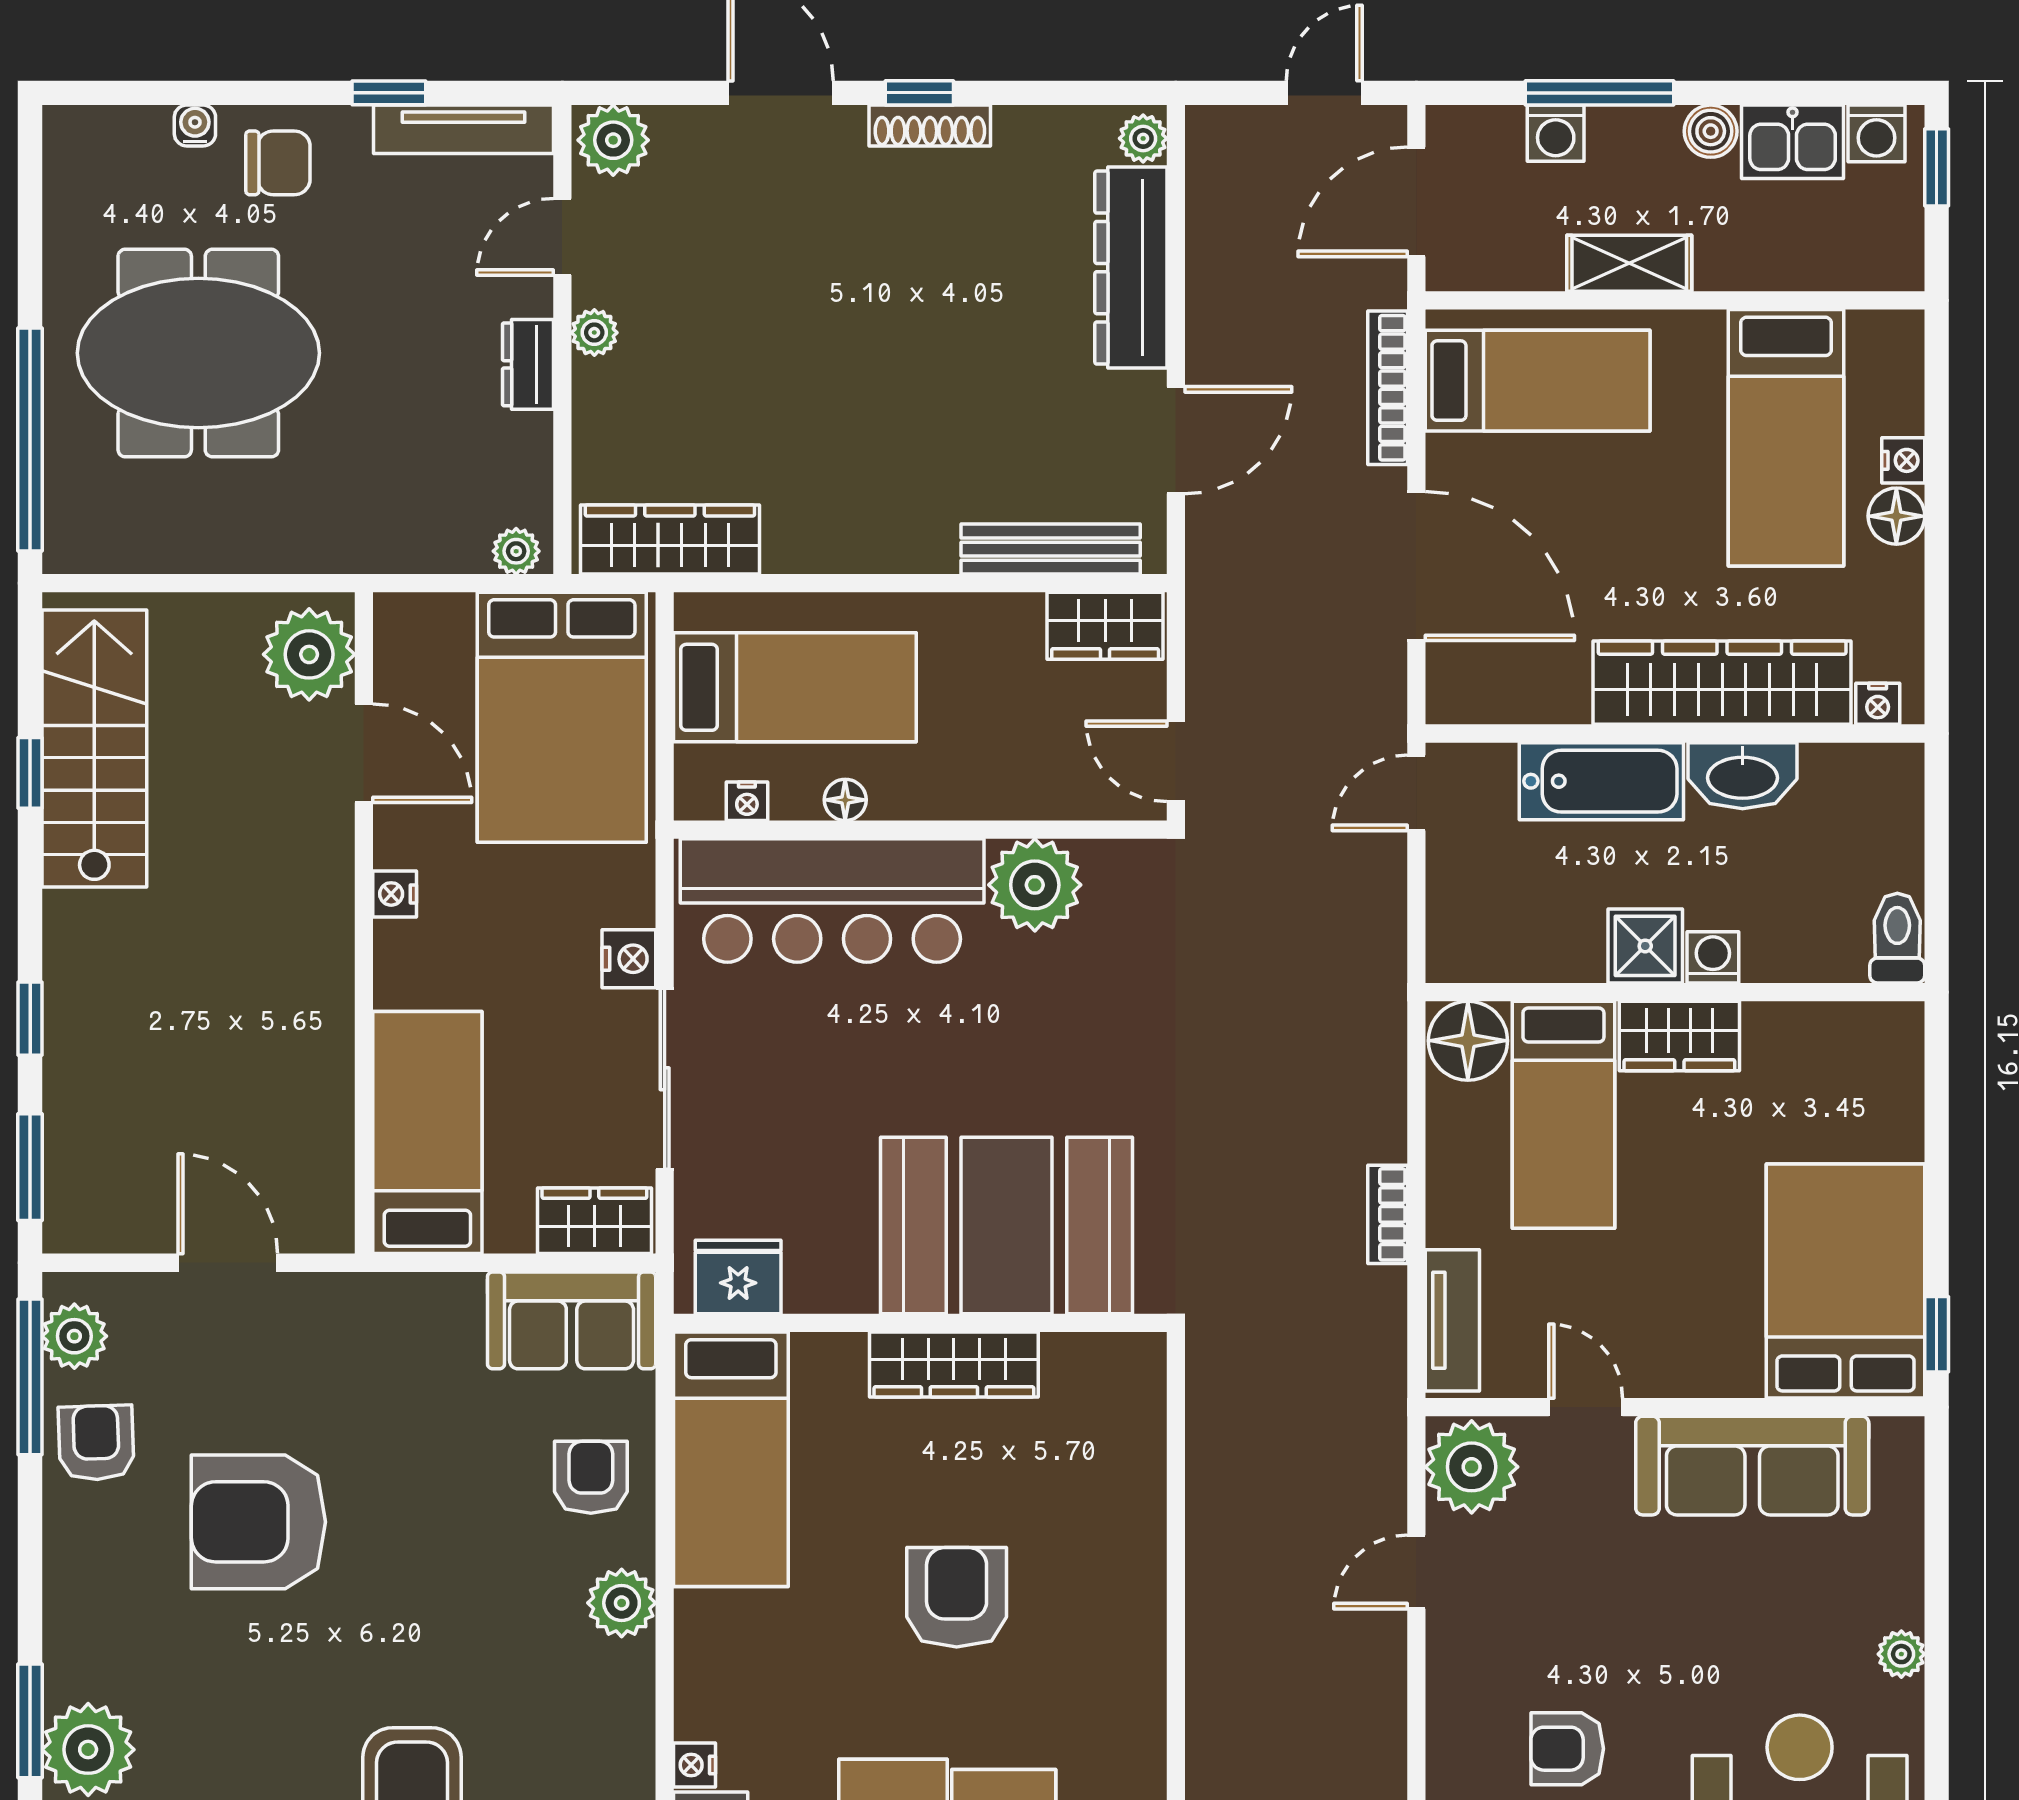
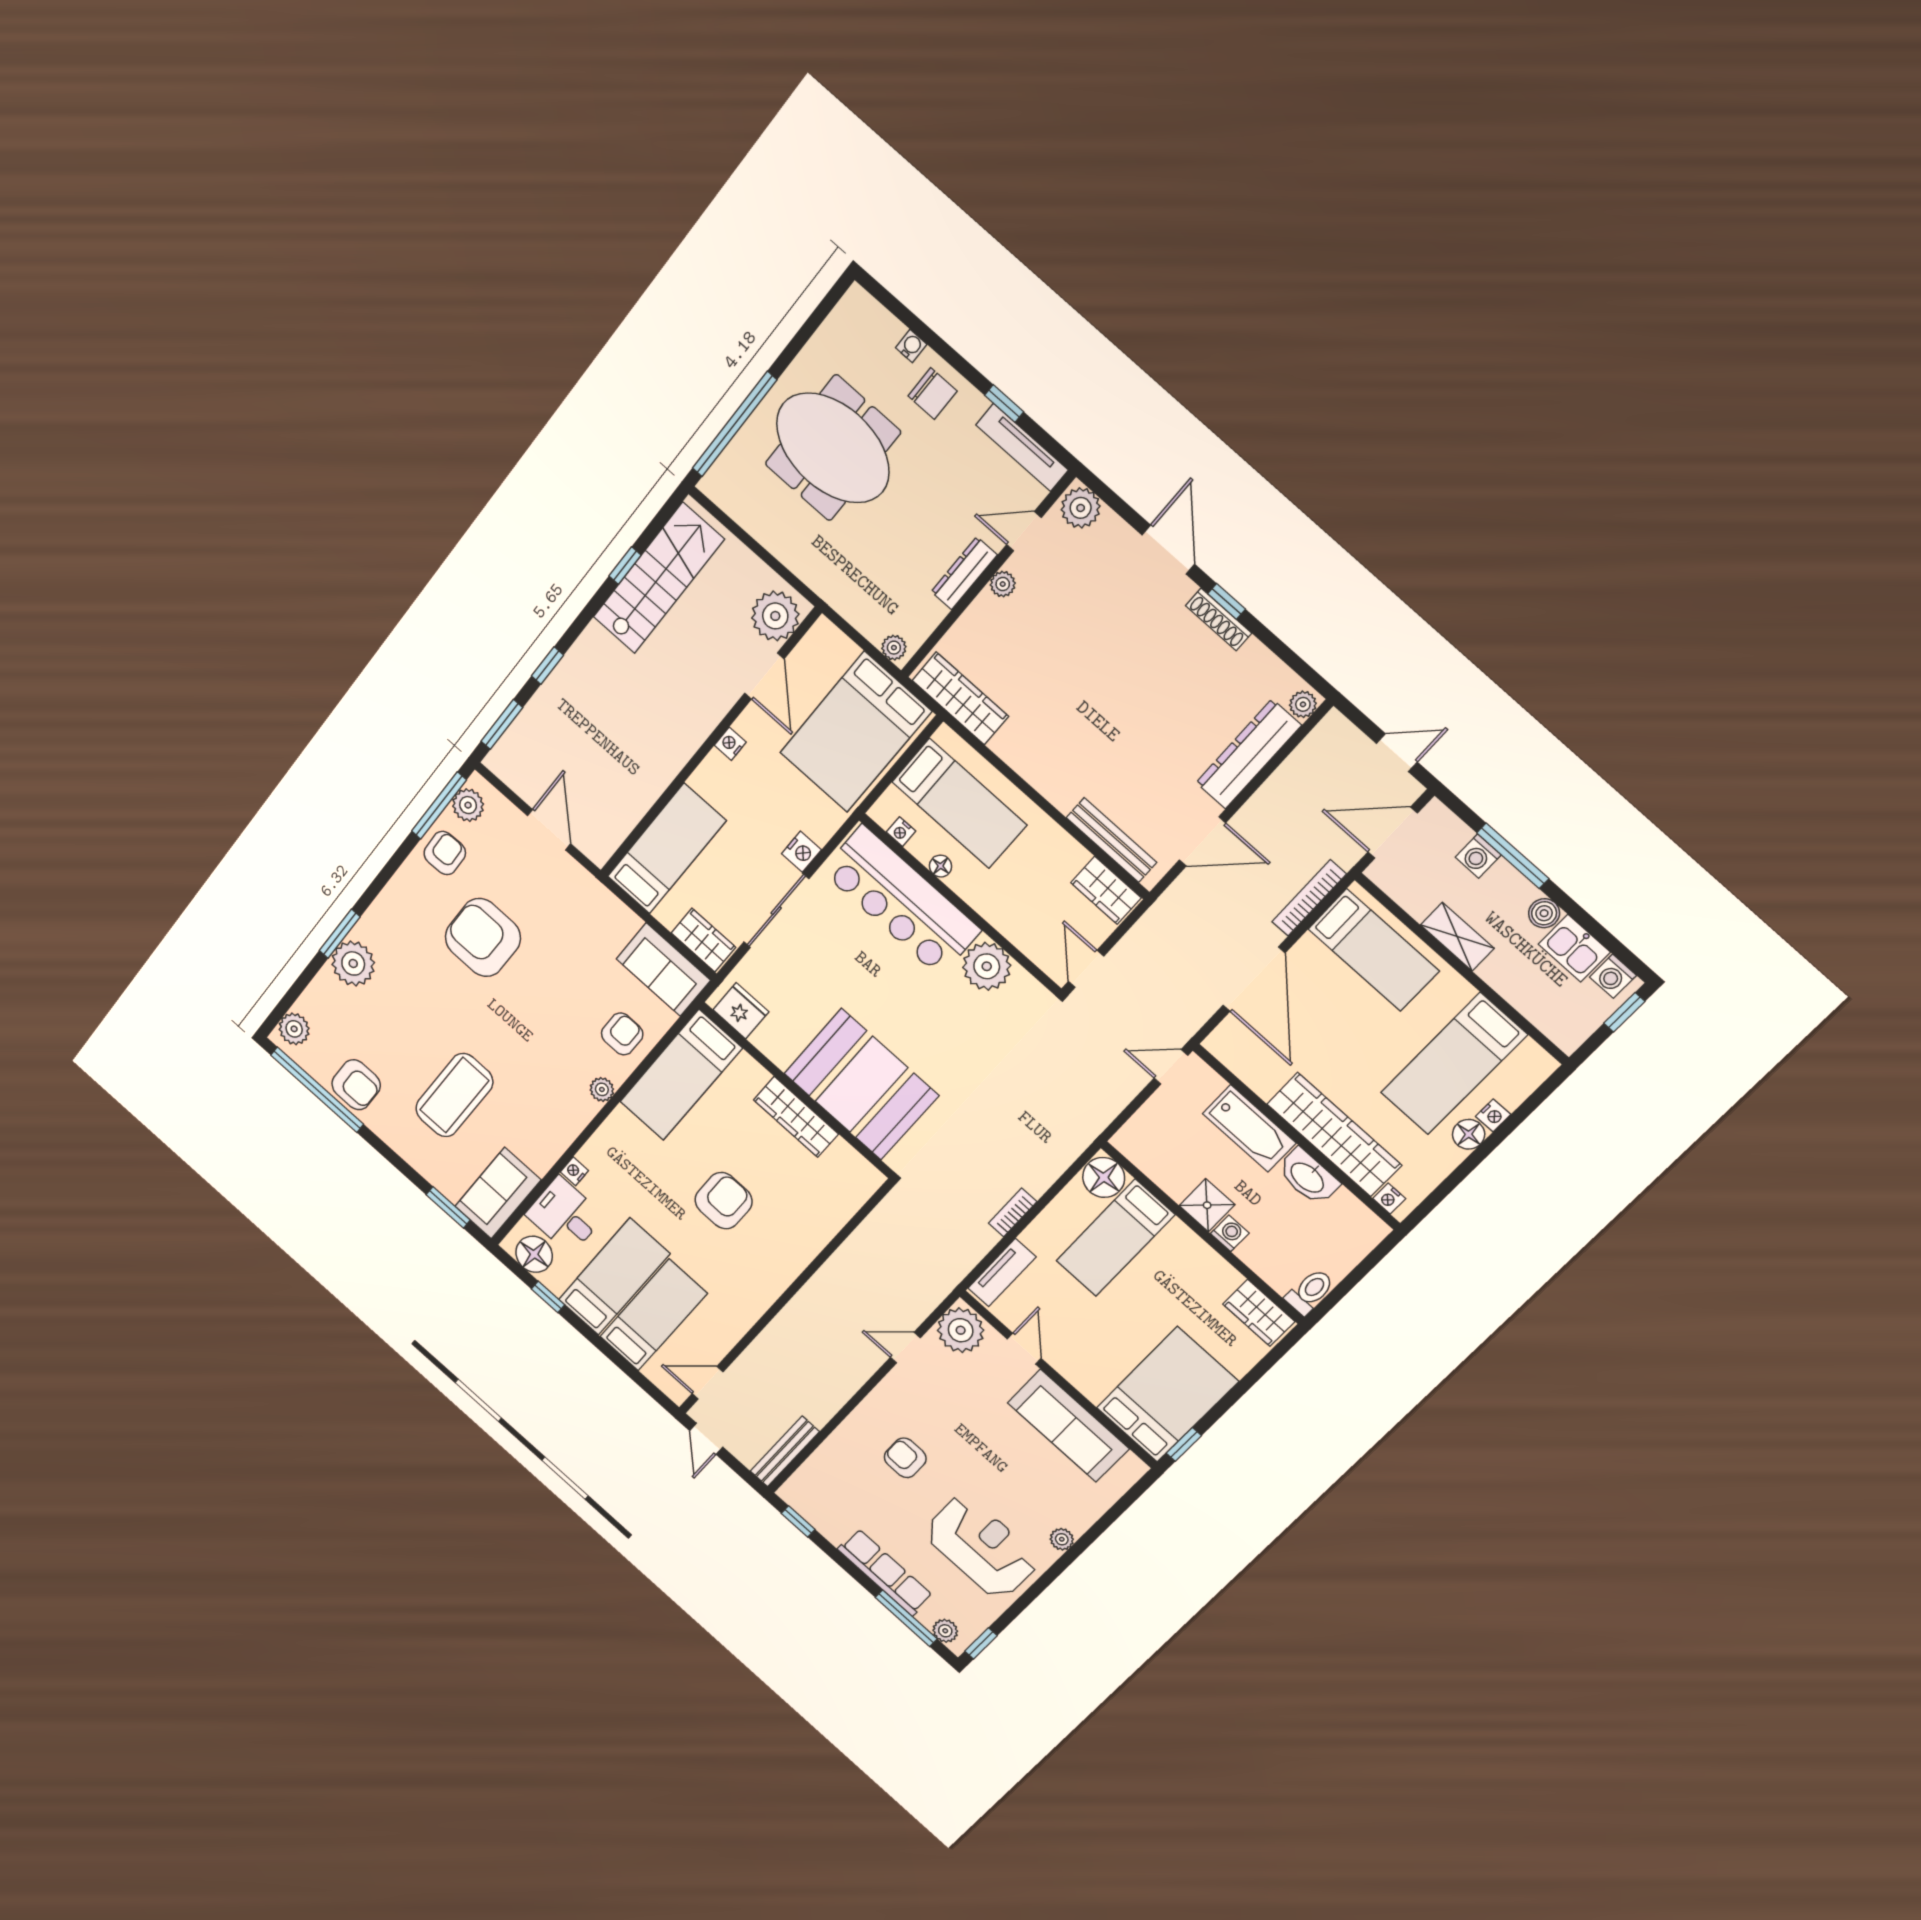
dresser: (528, 364) -> (964, 573), width x1.44
wardrobe: (1679, 1036) -> (1259, 1313), moved
plant: (622, 1603) -> (602, 1089), width x0.73, depth x0.73

